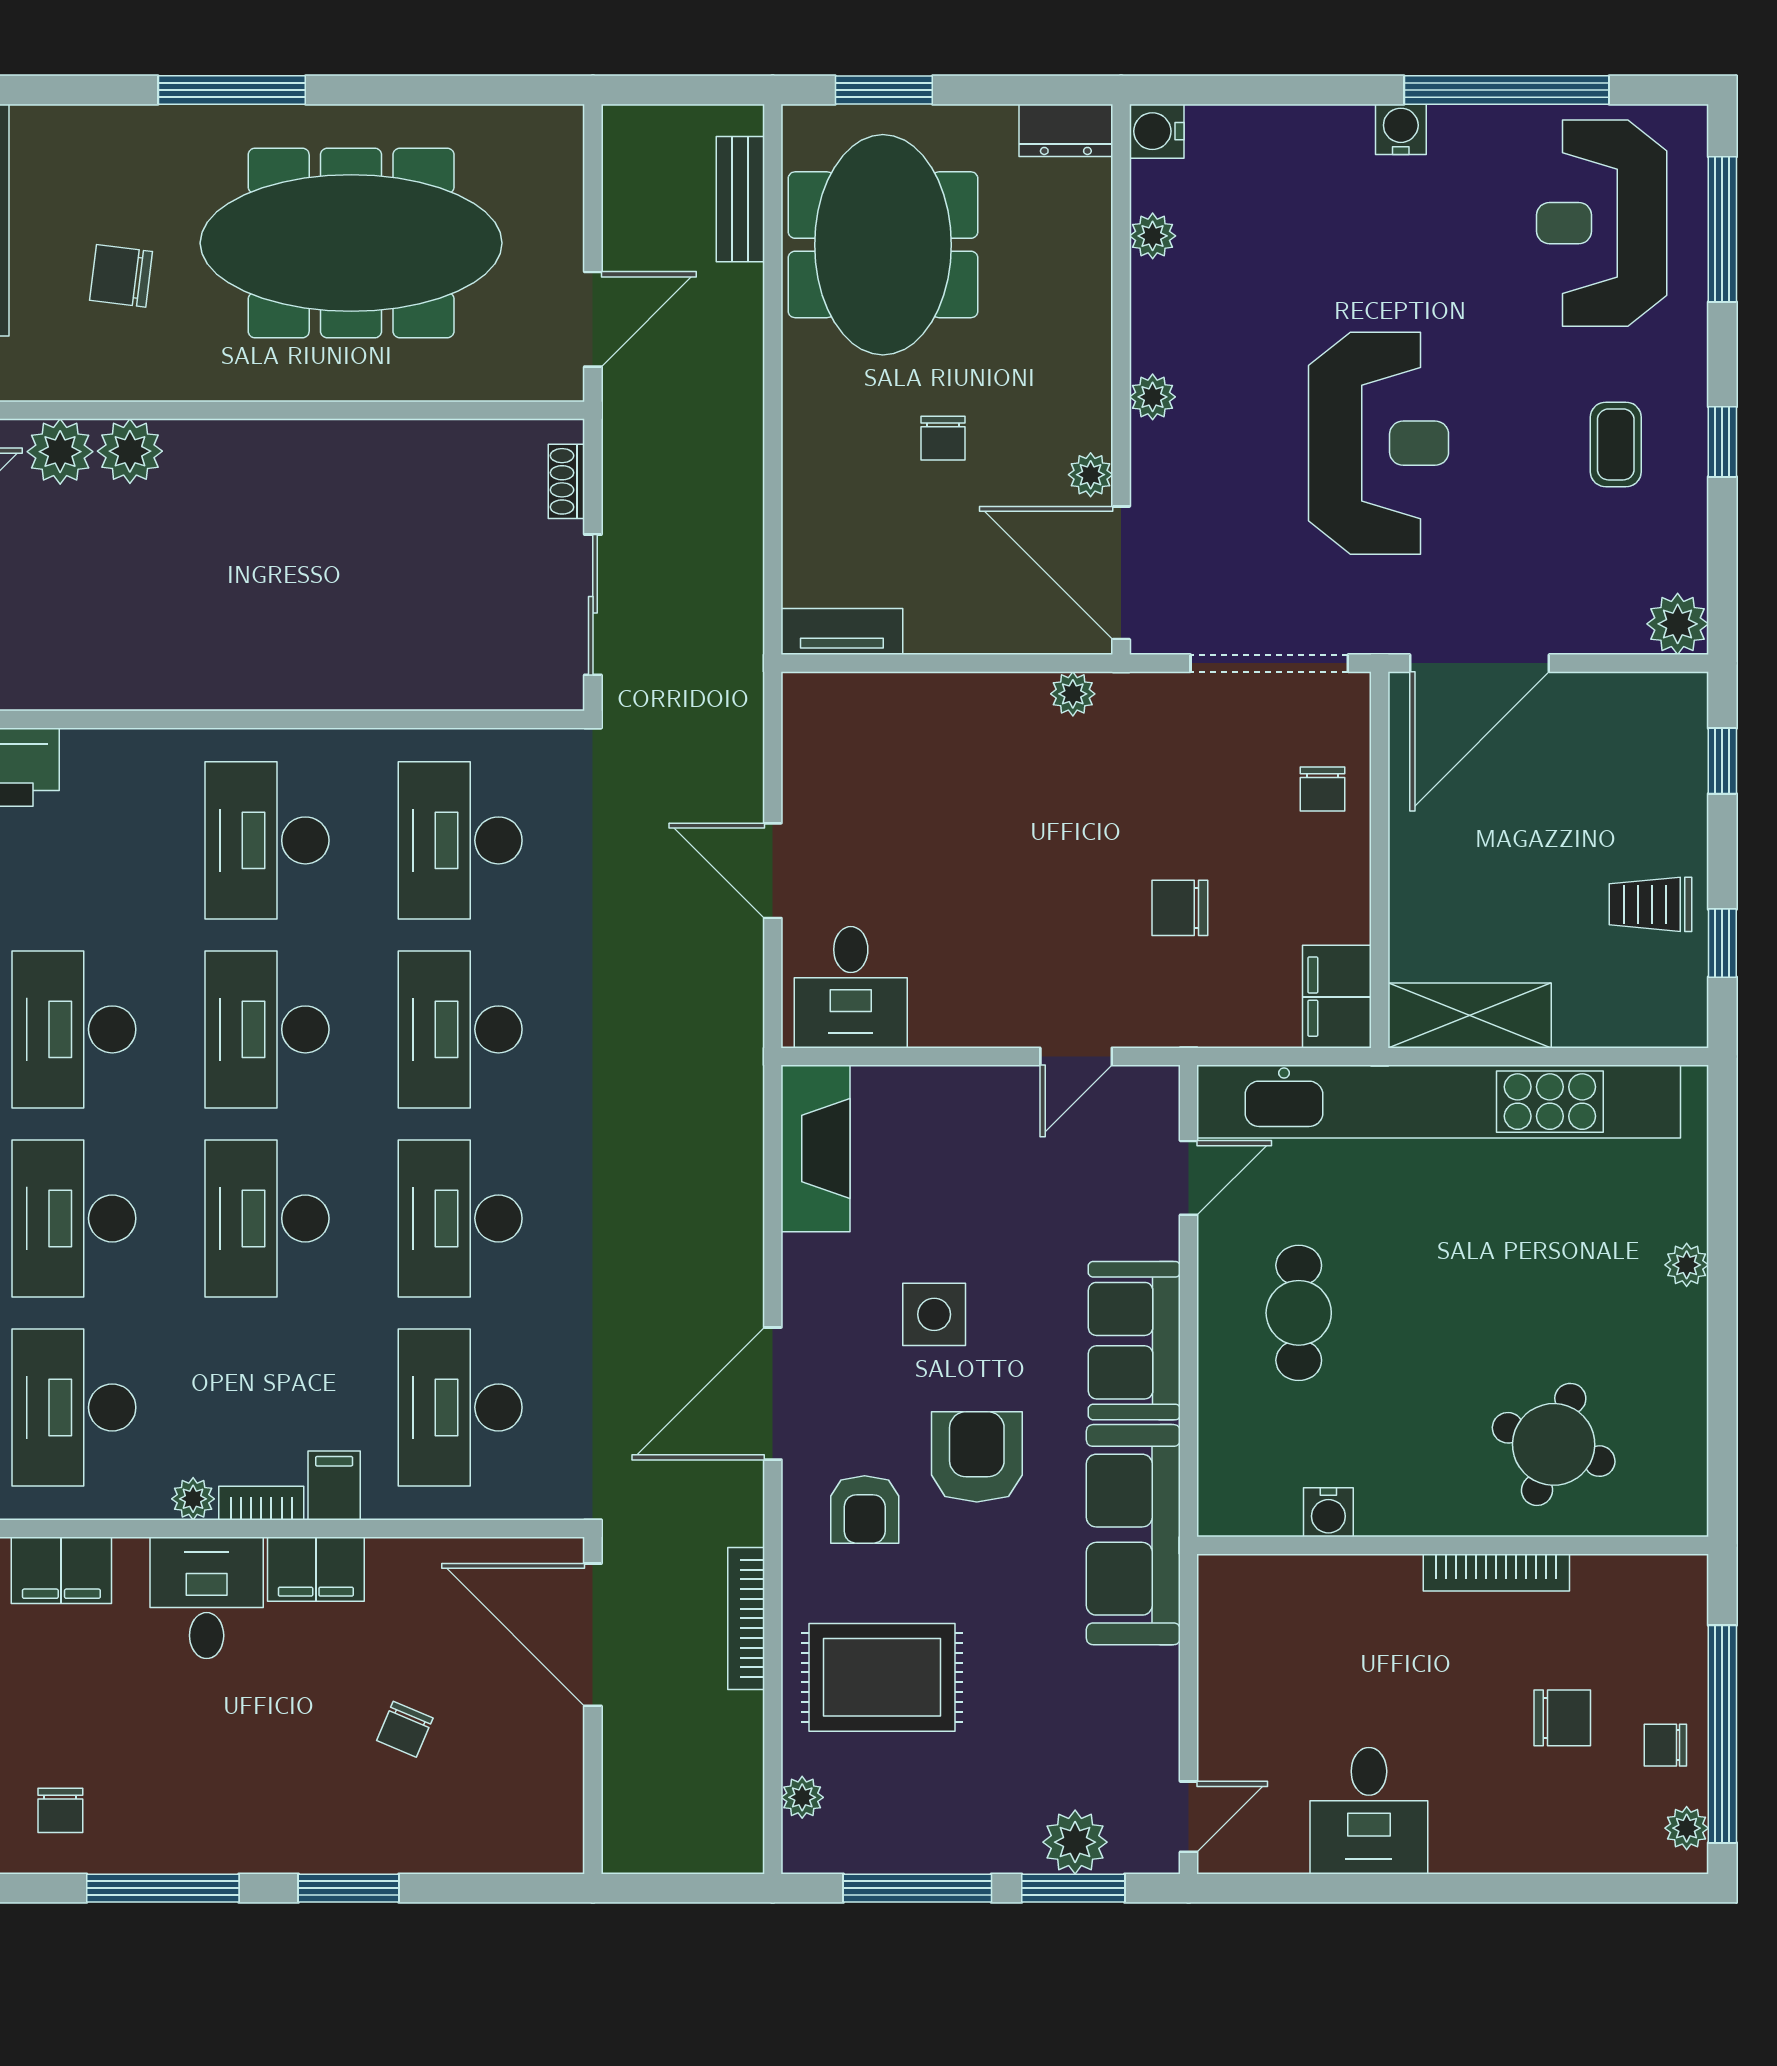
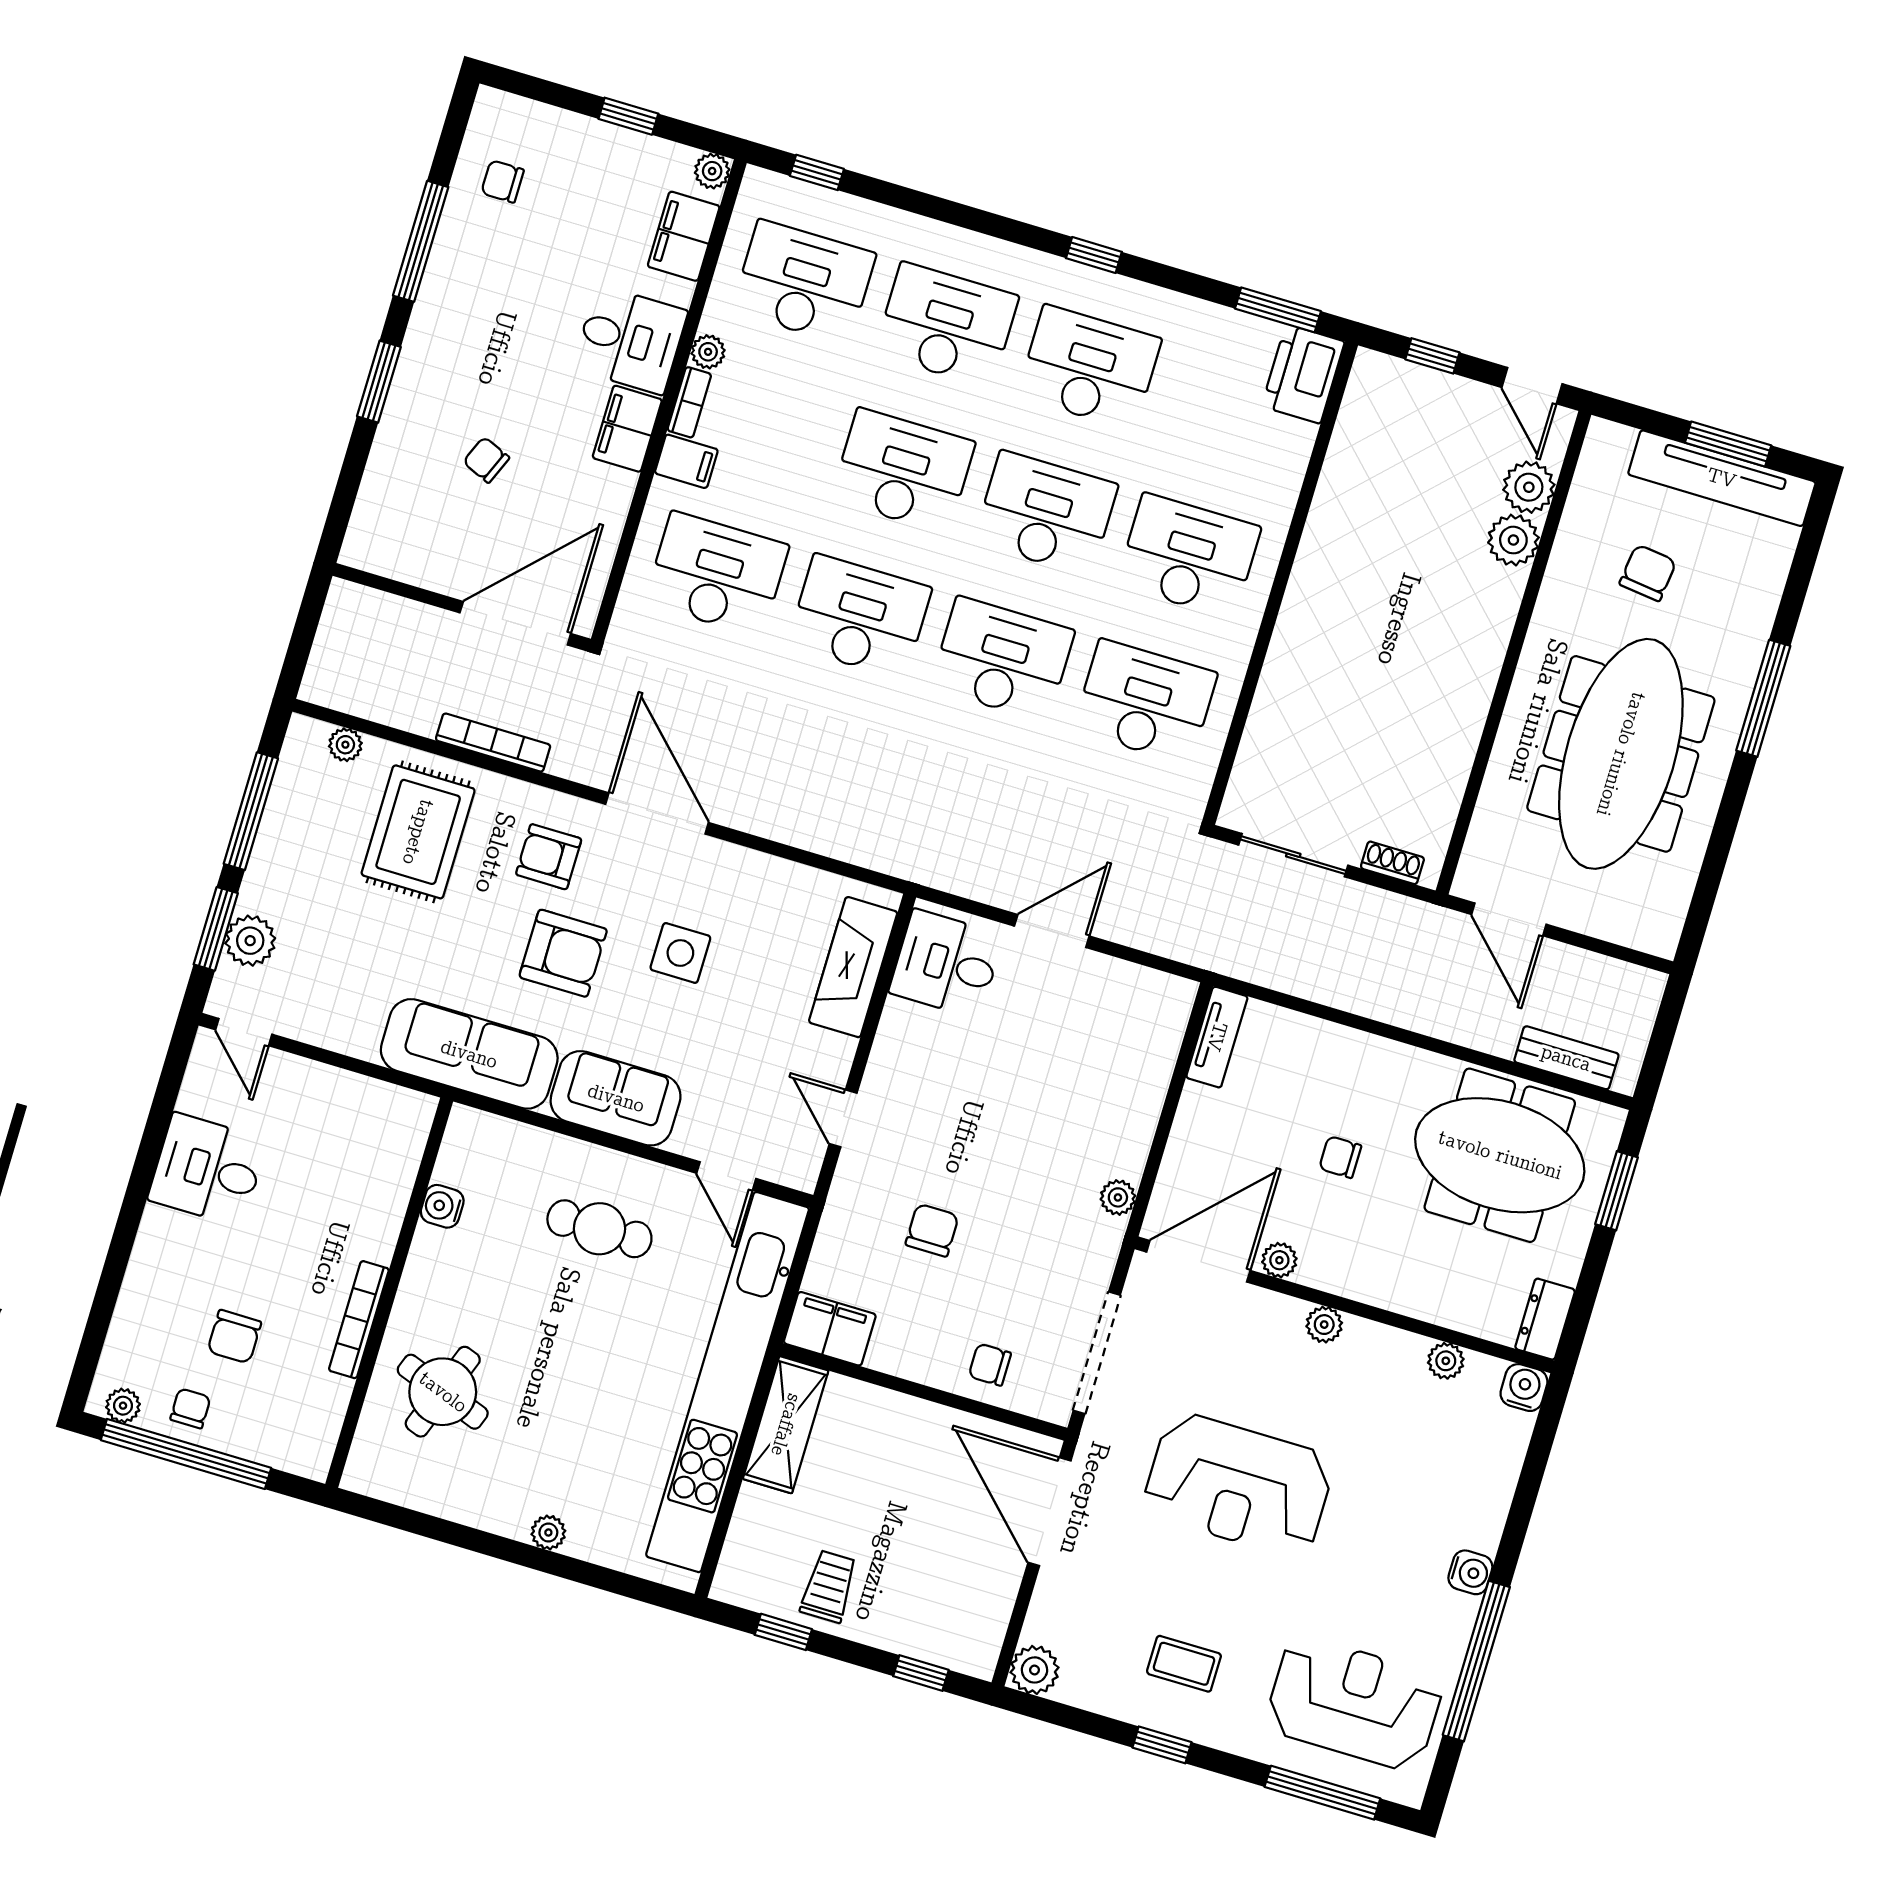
fireplace: (815, 1148) -> (853, 967), moved, turned 90

